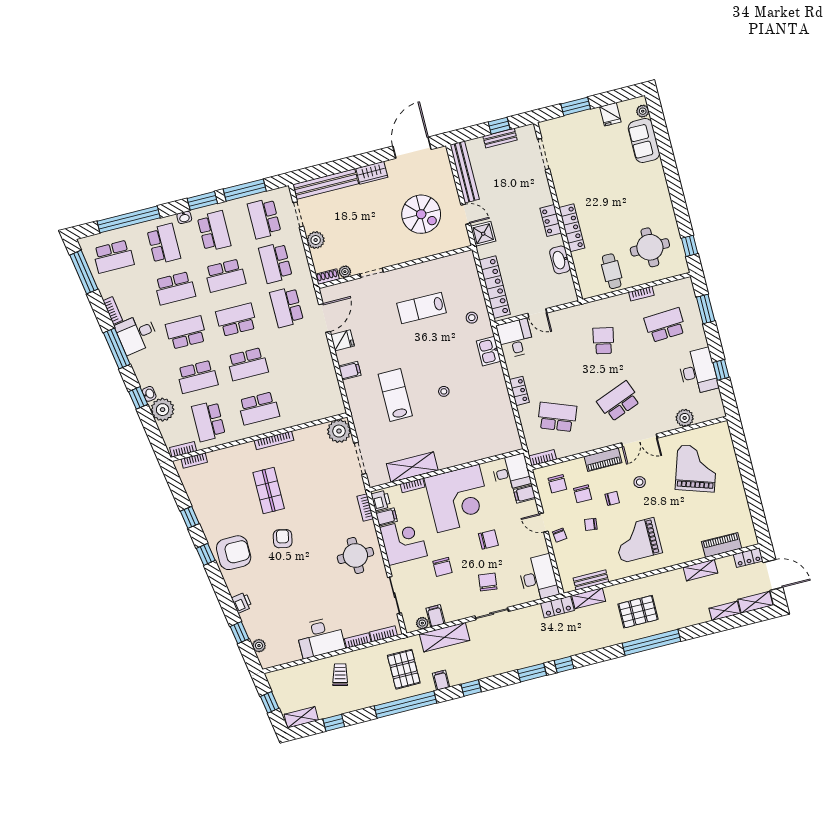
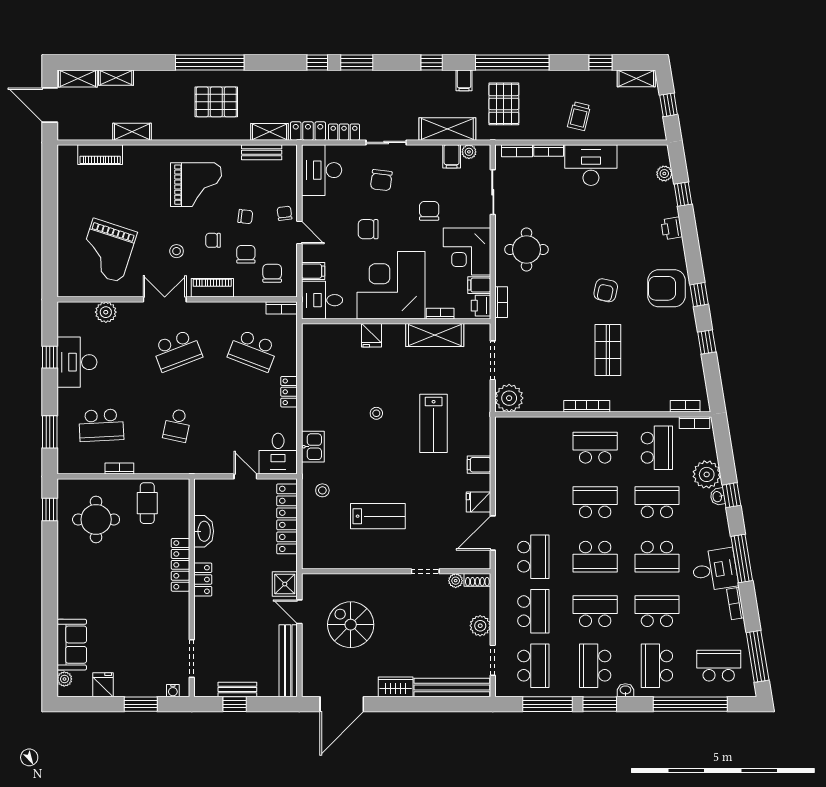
water cooler: (552, 124) -> (173, 691), added
fridge: (464, 454) -> (371, 335), added
locker: (748, 558) -> (344, 132), moved

